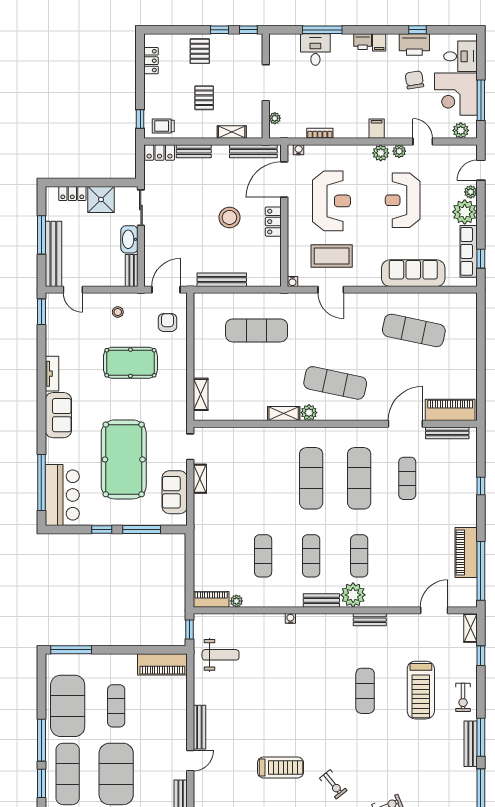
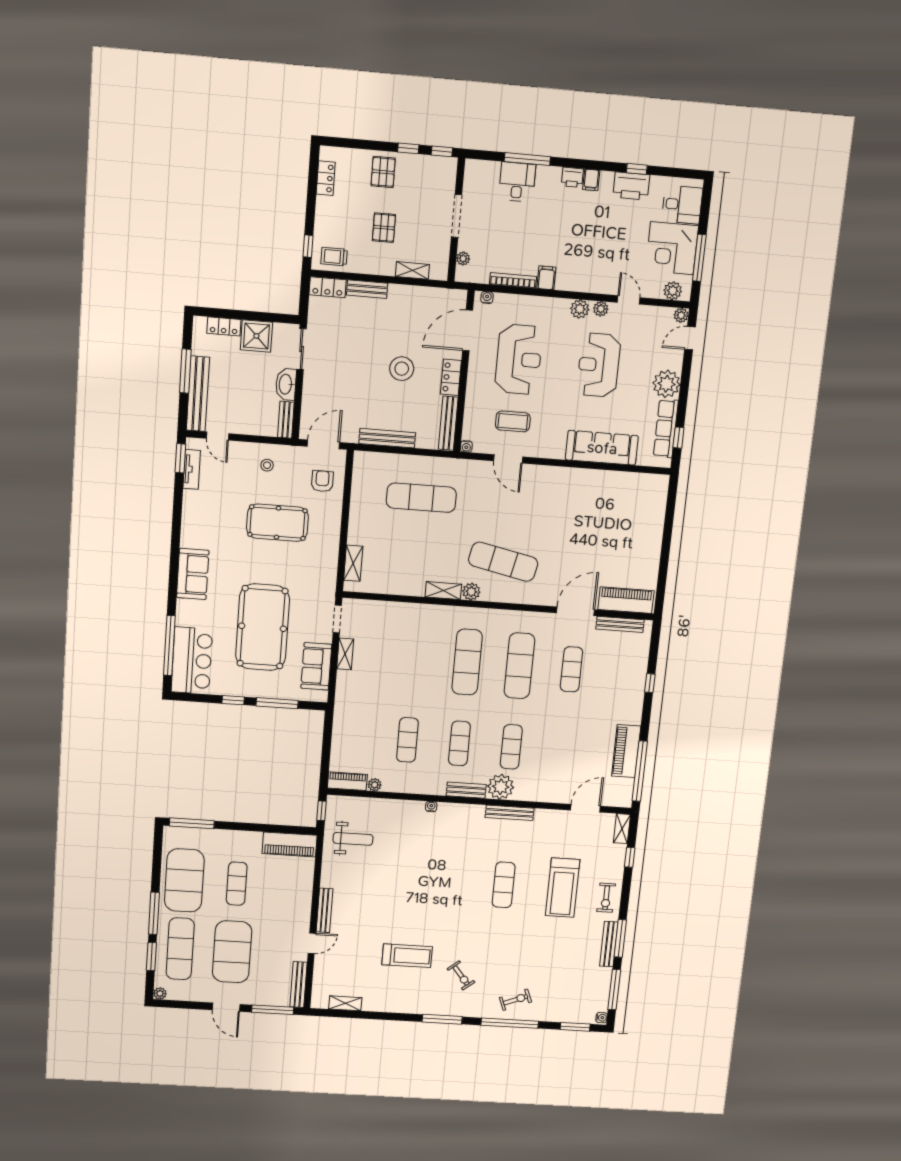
chair: (414, 80) -> (627, 228), removed
filing cabinet: (377, 129) -> (546, 278), moved
bookcase: (320, 133) -> (513, 280), width x1.56
bench: (253, 151) -> (448, 423), moved, turned 90
plant: (471, 192) -> (681, 315), moved
coffee table: (332, 256) -> (513, 421), width x0.73, depth x0.76
exercise mat: (414, 330) -> (596, 511), removed
tv unit: (52, 374) -> (192, 469), moved
bench: (370, 620) -> (510, 813), width x1.36

